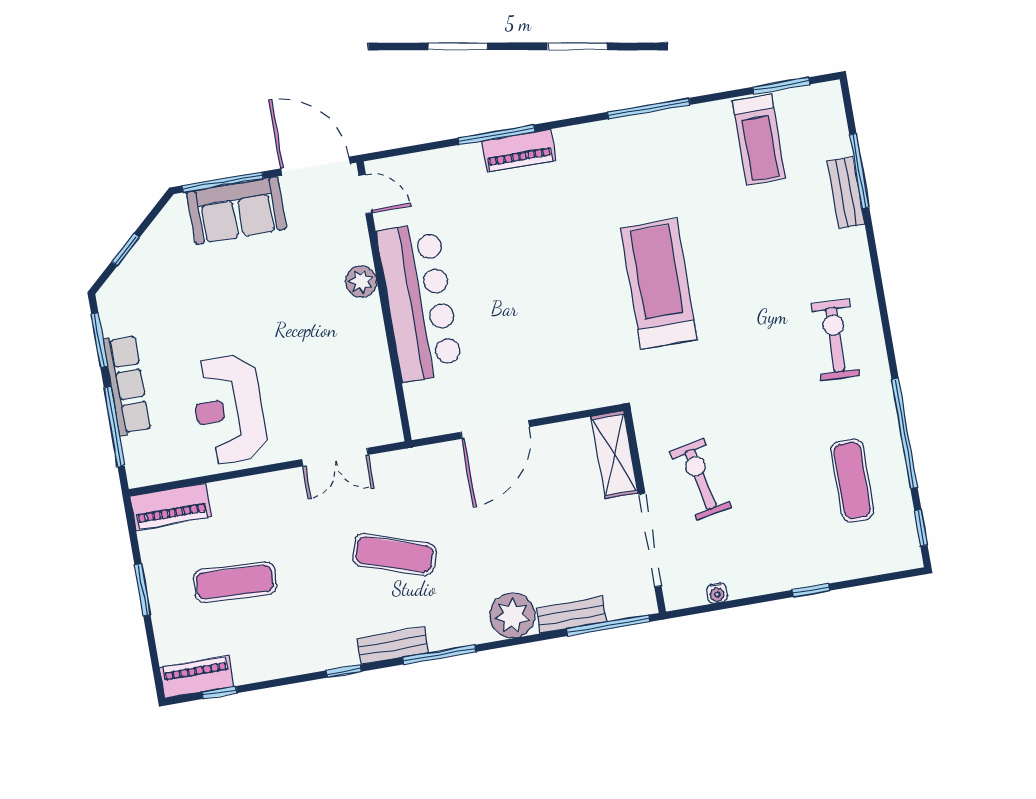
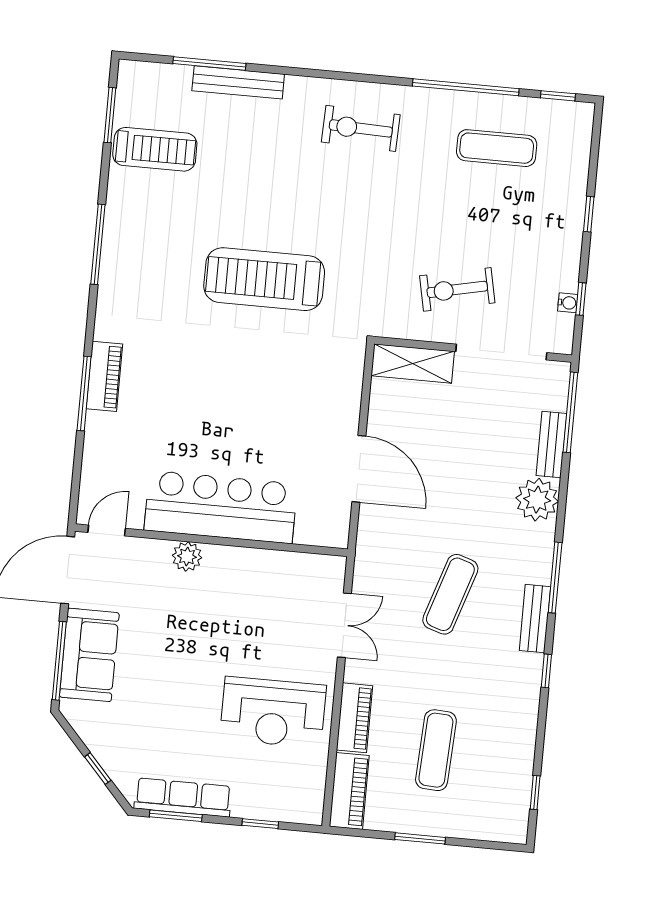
bench: (846, 193) -> (238, 82), width x1.36
row of seats: (127, 385) -> (183, 797), moved
window: (114, 427) -> (260, 824), width x0.46
window: (724, 605) -> (581, 299), added
piano: (197, 677) -> (354, 718), moved, turned 180

